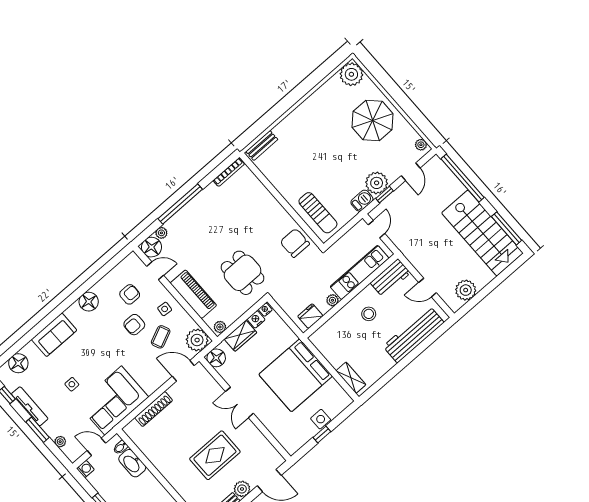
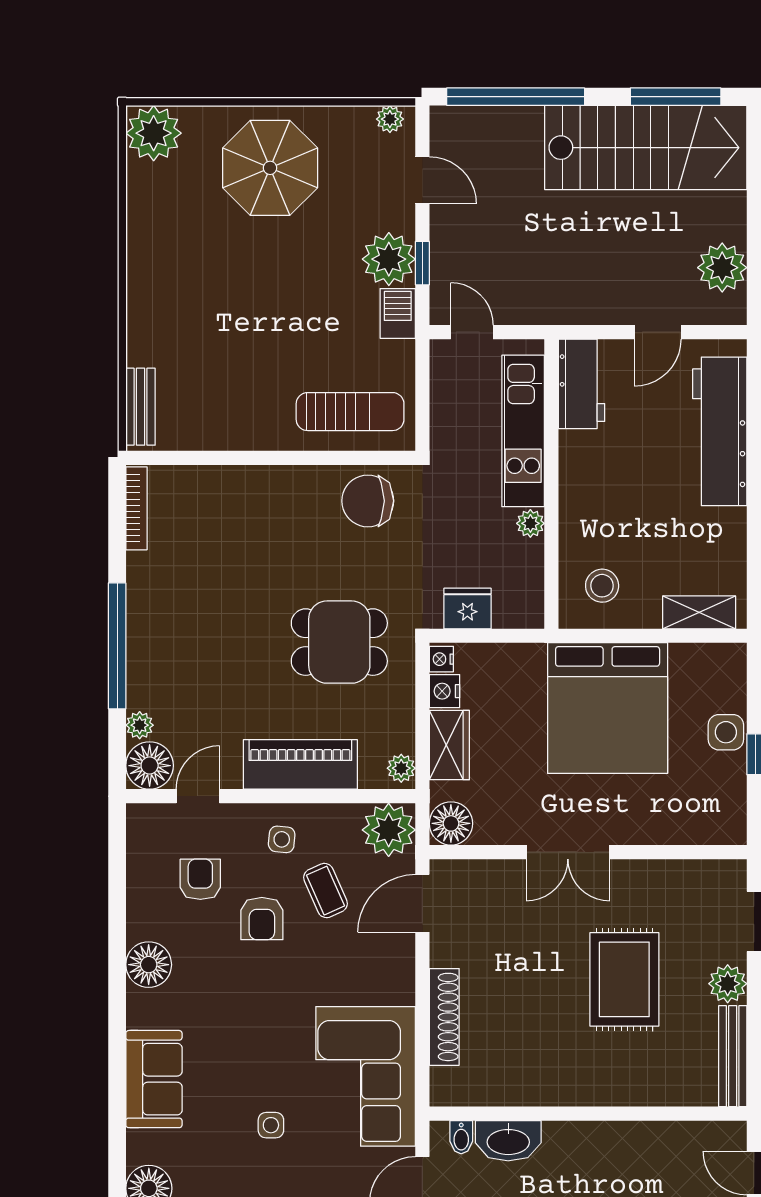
stool: (369, 314) -> (602, 586), moved
fridge: (310, 316) -> (467, 608), moved, turned 90

